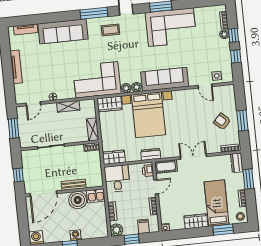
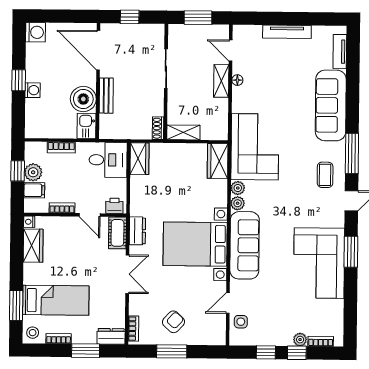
shelving: (68, 106) -> (221, 81), moved
bed with nightstands: (149, 115) -> (195, 244), moved
dresser: (151, 154) -> (137, 231), moved
wardrobe: (196, 221) -> (33, 246), moved
plant: (117, 230) -> (33, 172), moved

